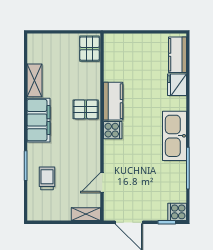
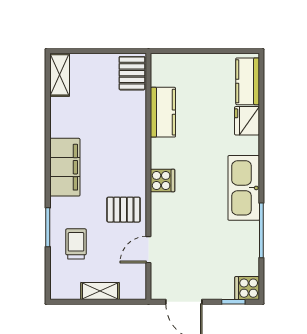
shelving: (35, 80) -> (60, 75), moved
kitchen counter: (113, 101) -> (163, 112), moved
pallet: (86, 109) -> (124, 210), moved
shelving: (86, 214) -> (100, 291), moved

